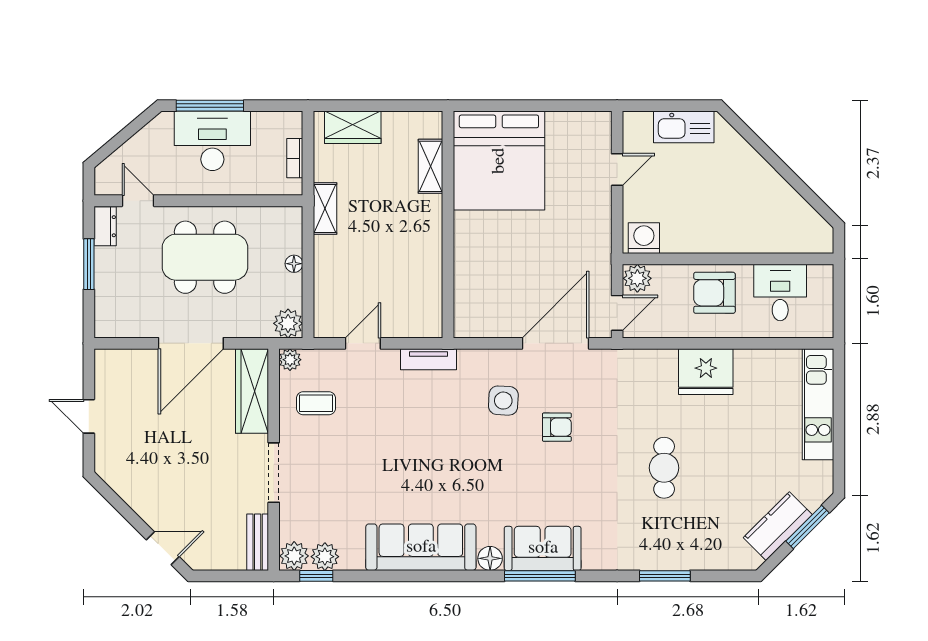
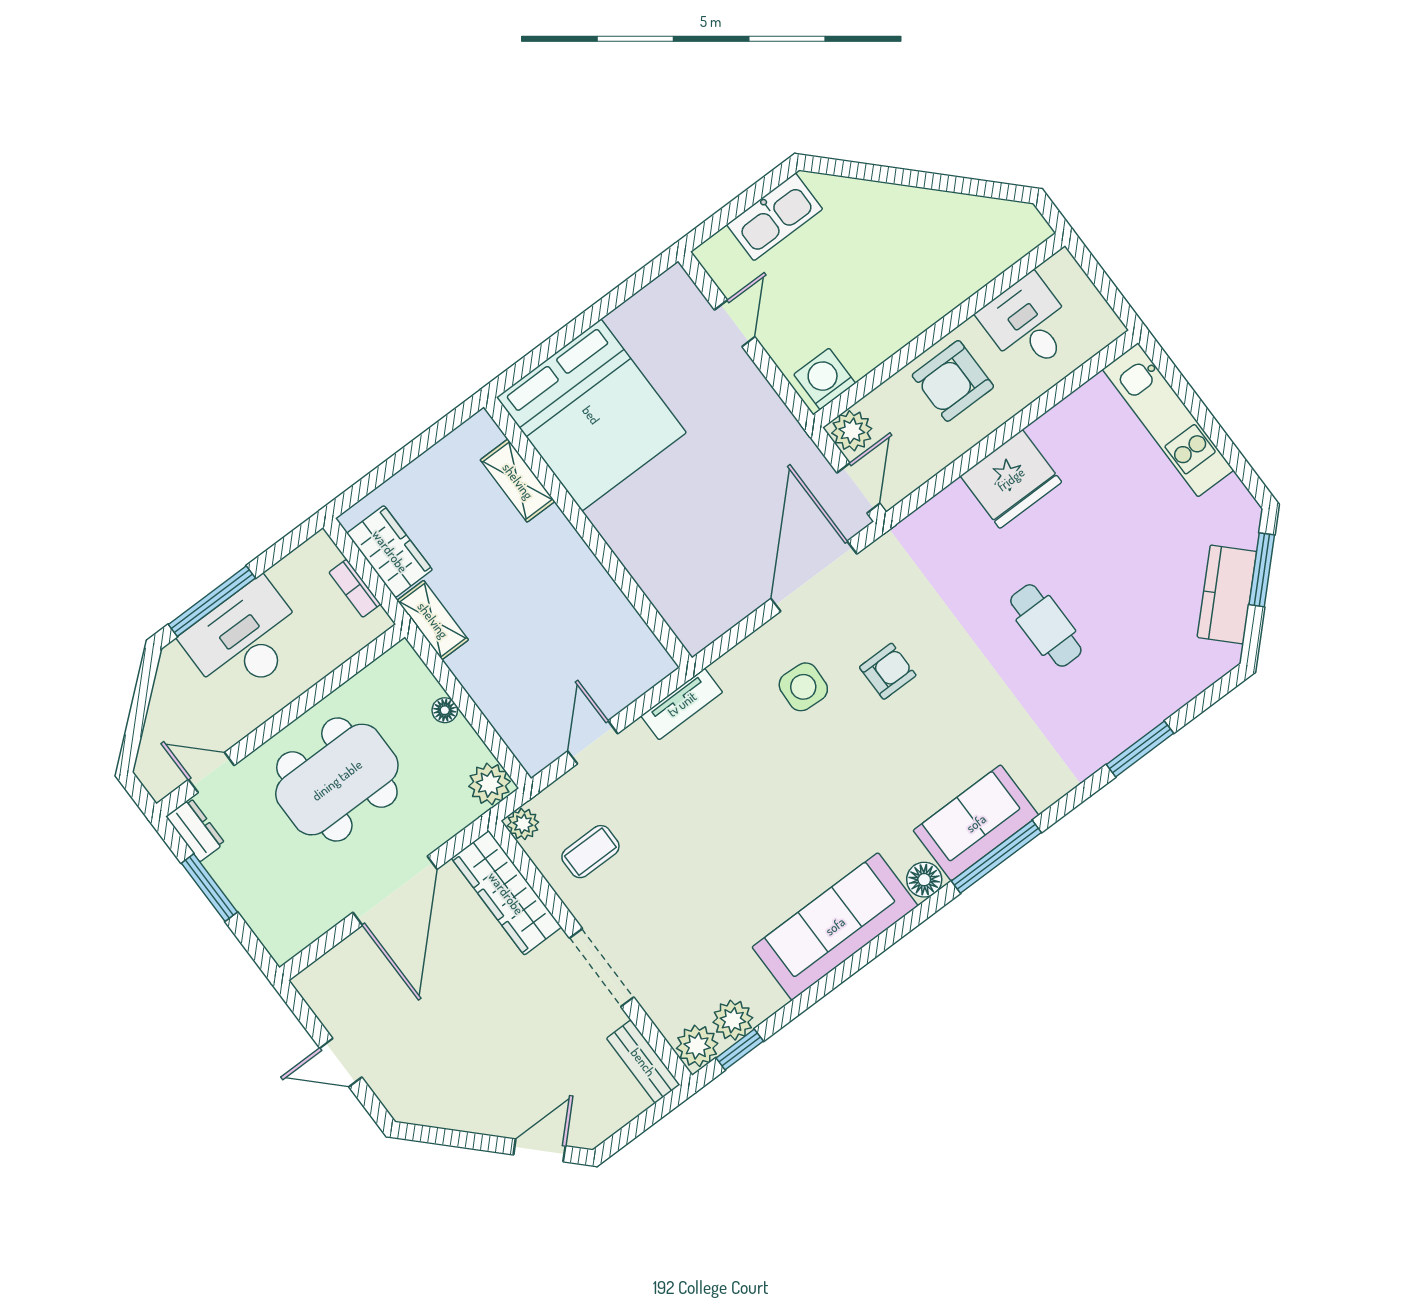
wardrobe: (353, 127) -> (390, 551), moved, turned -90

